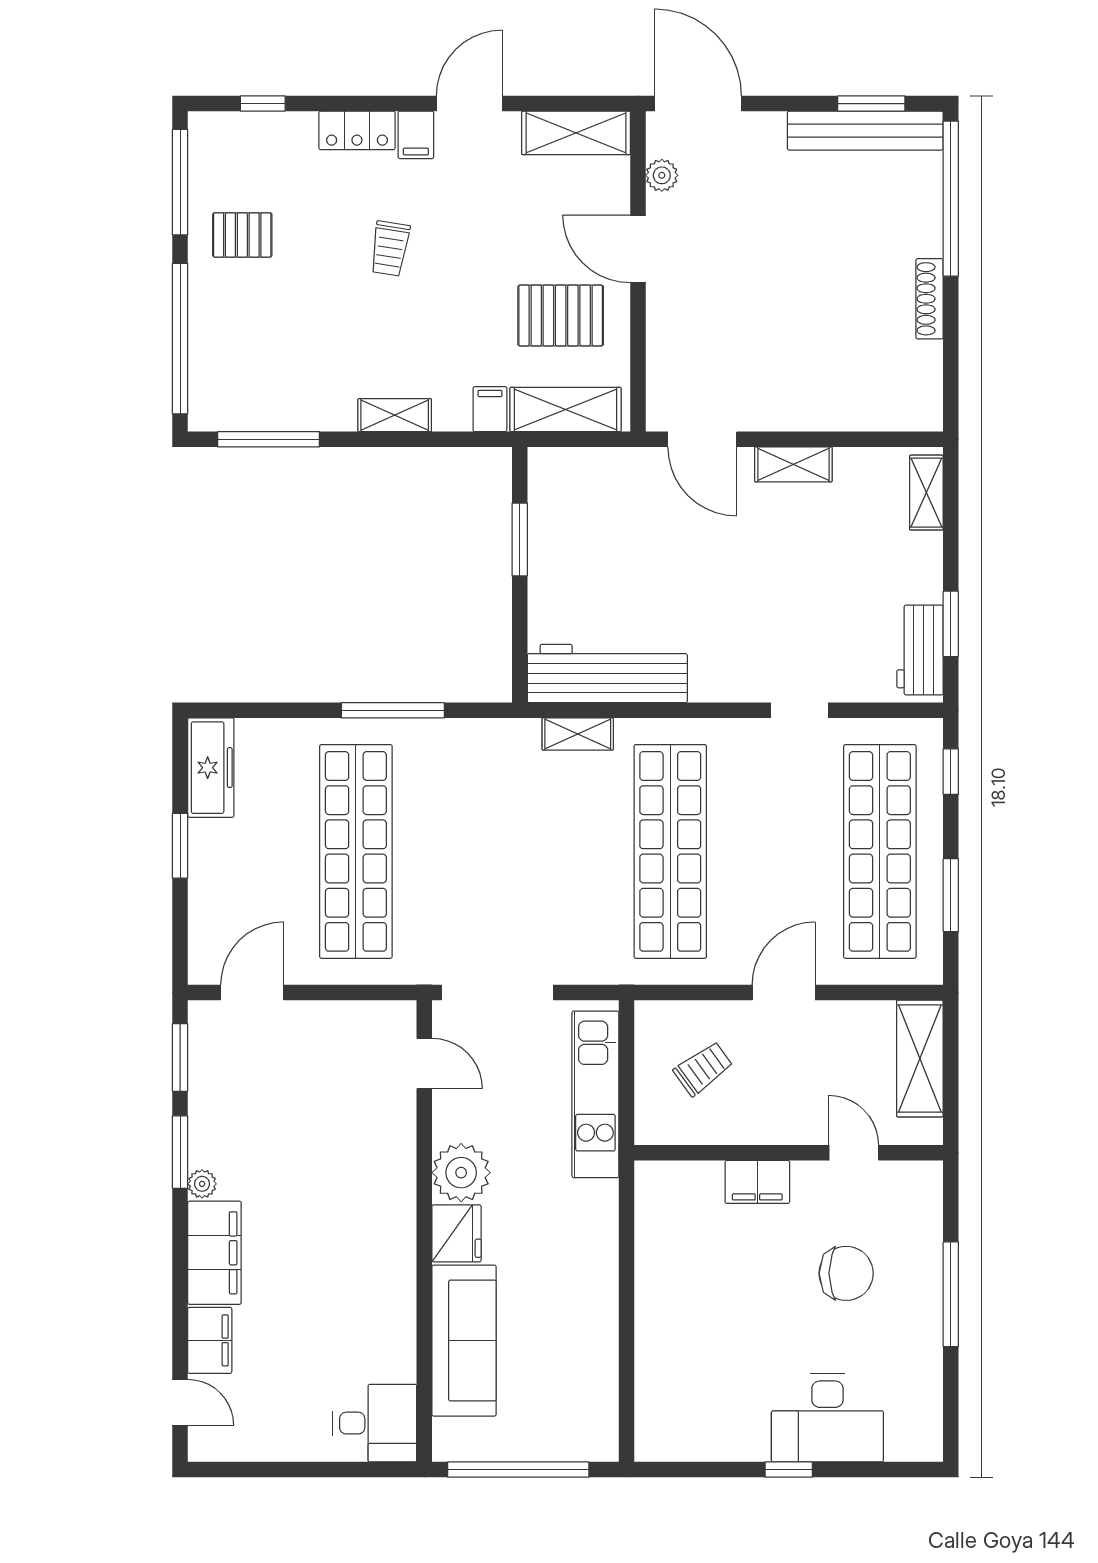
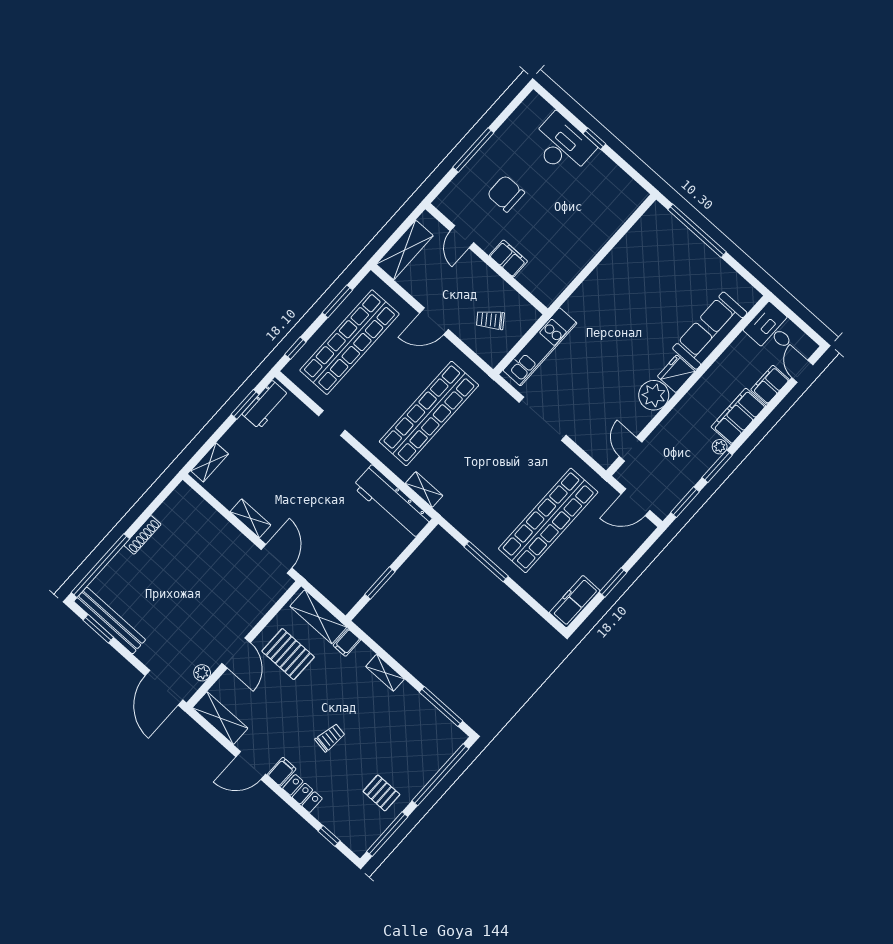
door: (424, 1063) -> (631, 449), moved
plant: (461, 1173) -> (654, 395), moved
wall: (424, 1231) -> (688, 386), moved
fridge: (457, 1233) -> (676, 374), moved
sofa: (464, 1341) -> (710, 331), moved
desk: (375, 1423) -> (772, 330), moved

